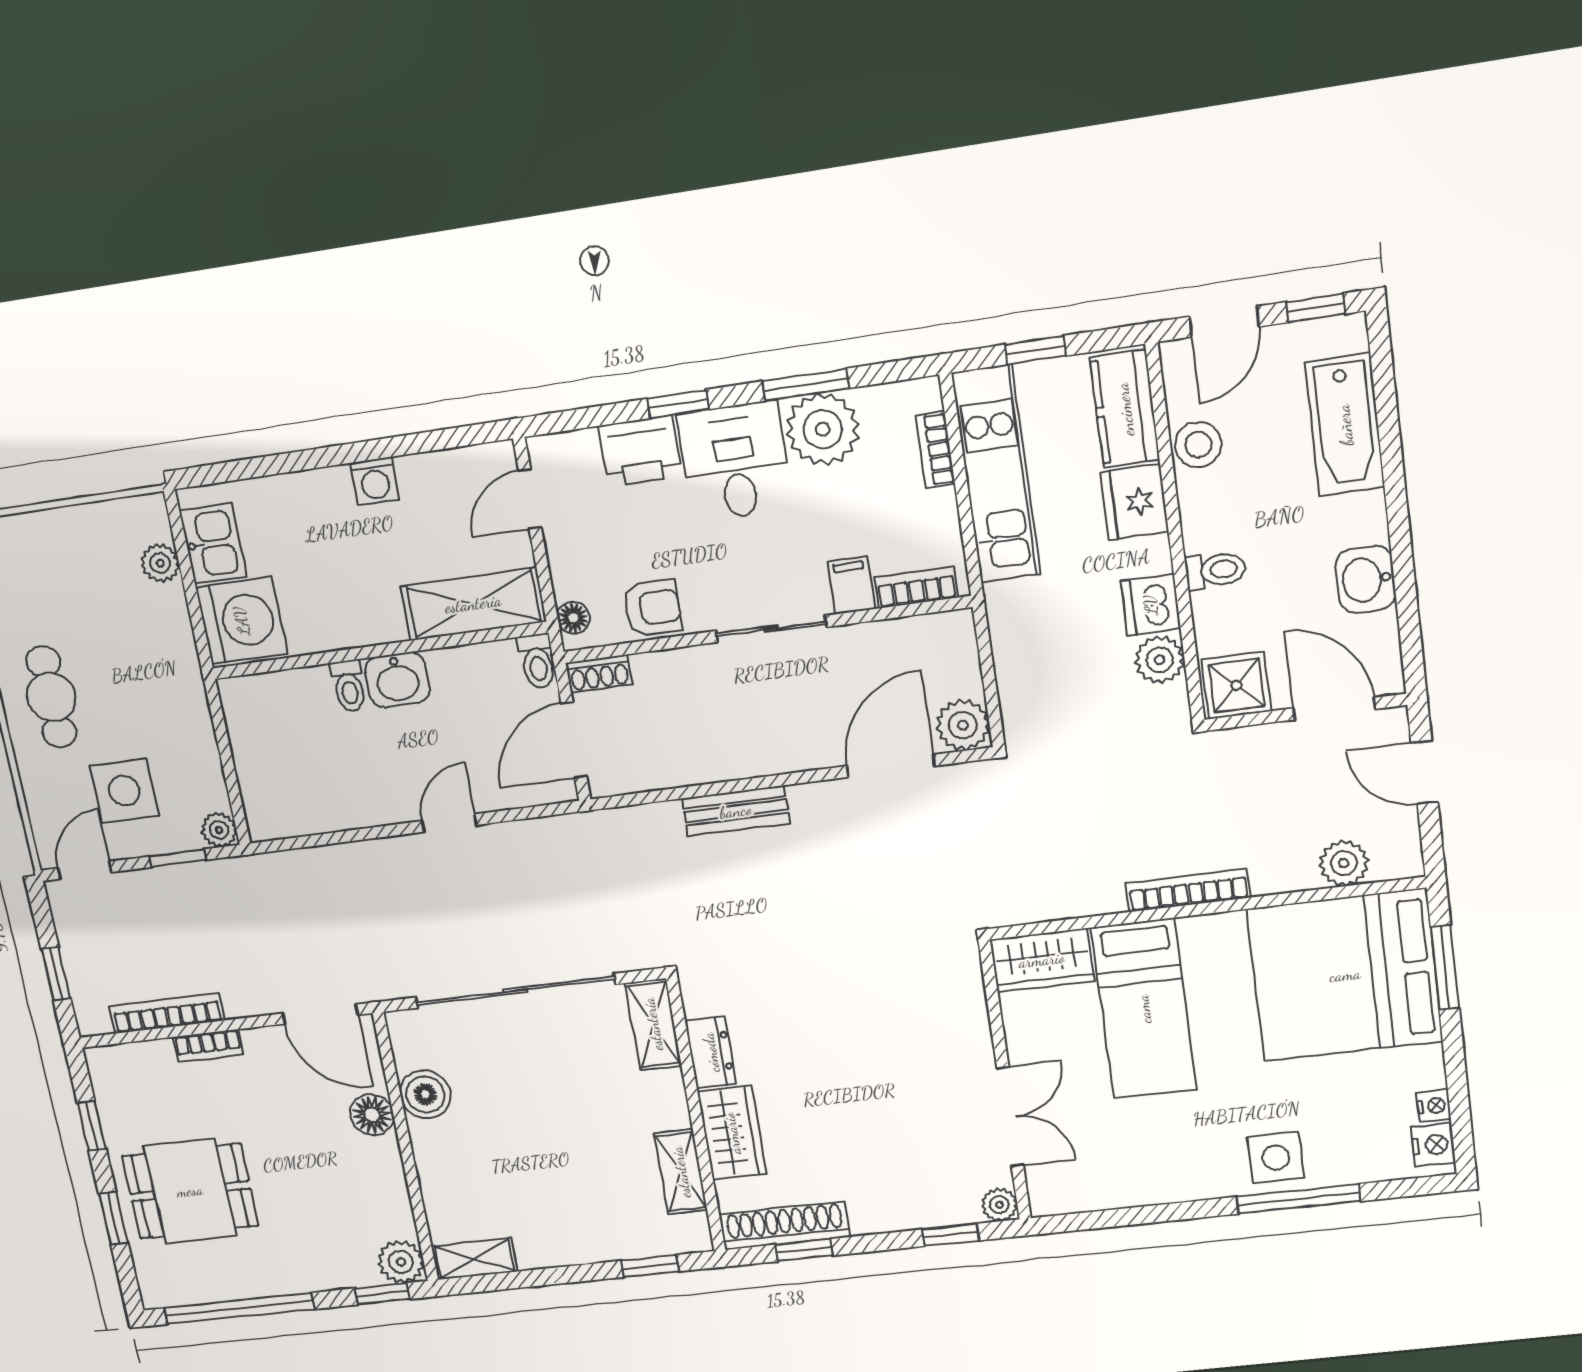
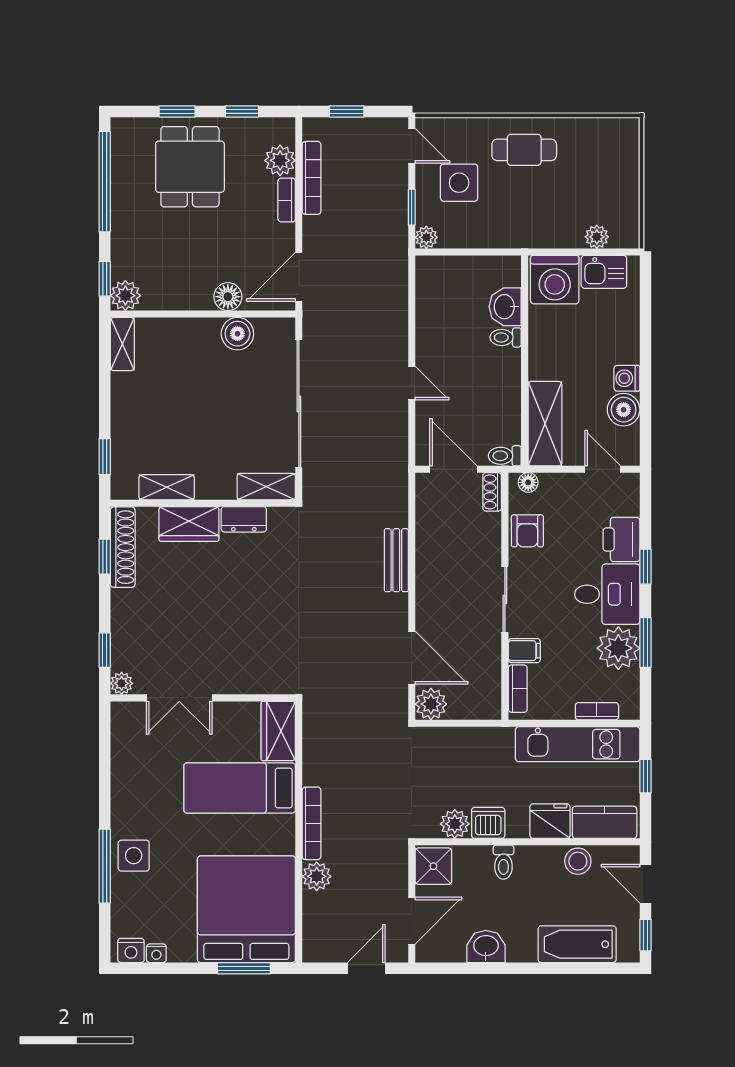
boiler: (427, 479) -> (624, 410), added
washbasin: (397, 680) -> (505, 307), moved
plant: (1344, 863) -> (317, 876), moved
plant: (151, 1063) -> (280, 160), added

